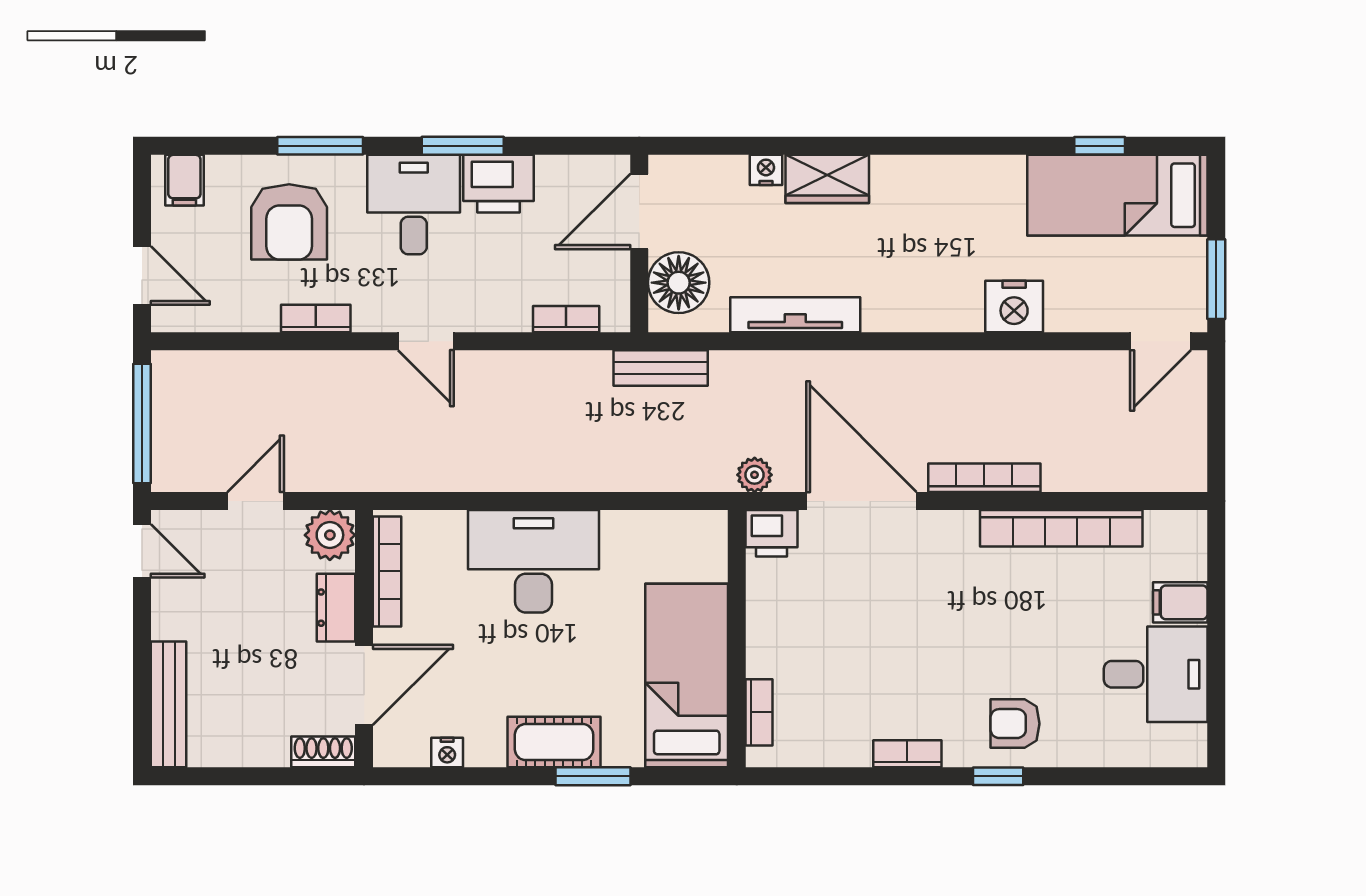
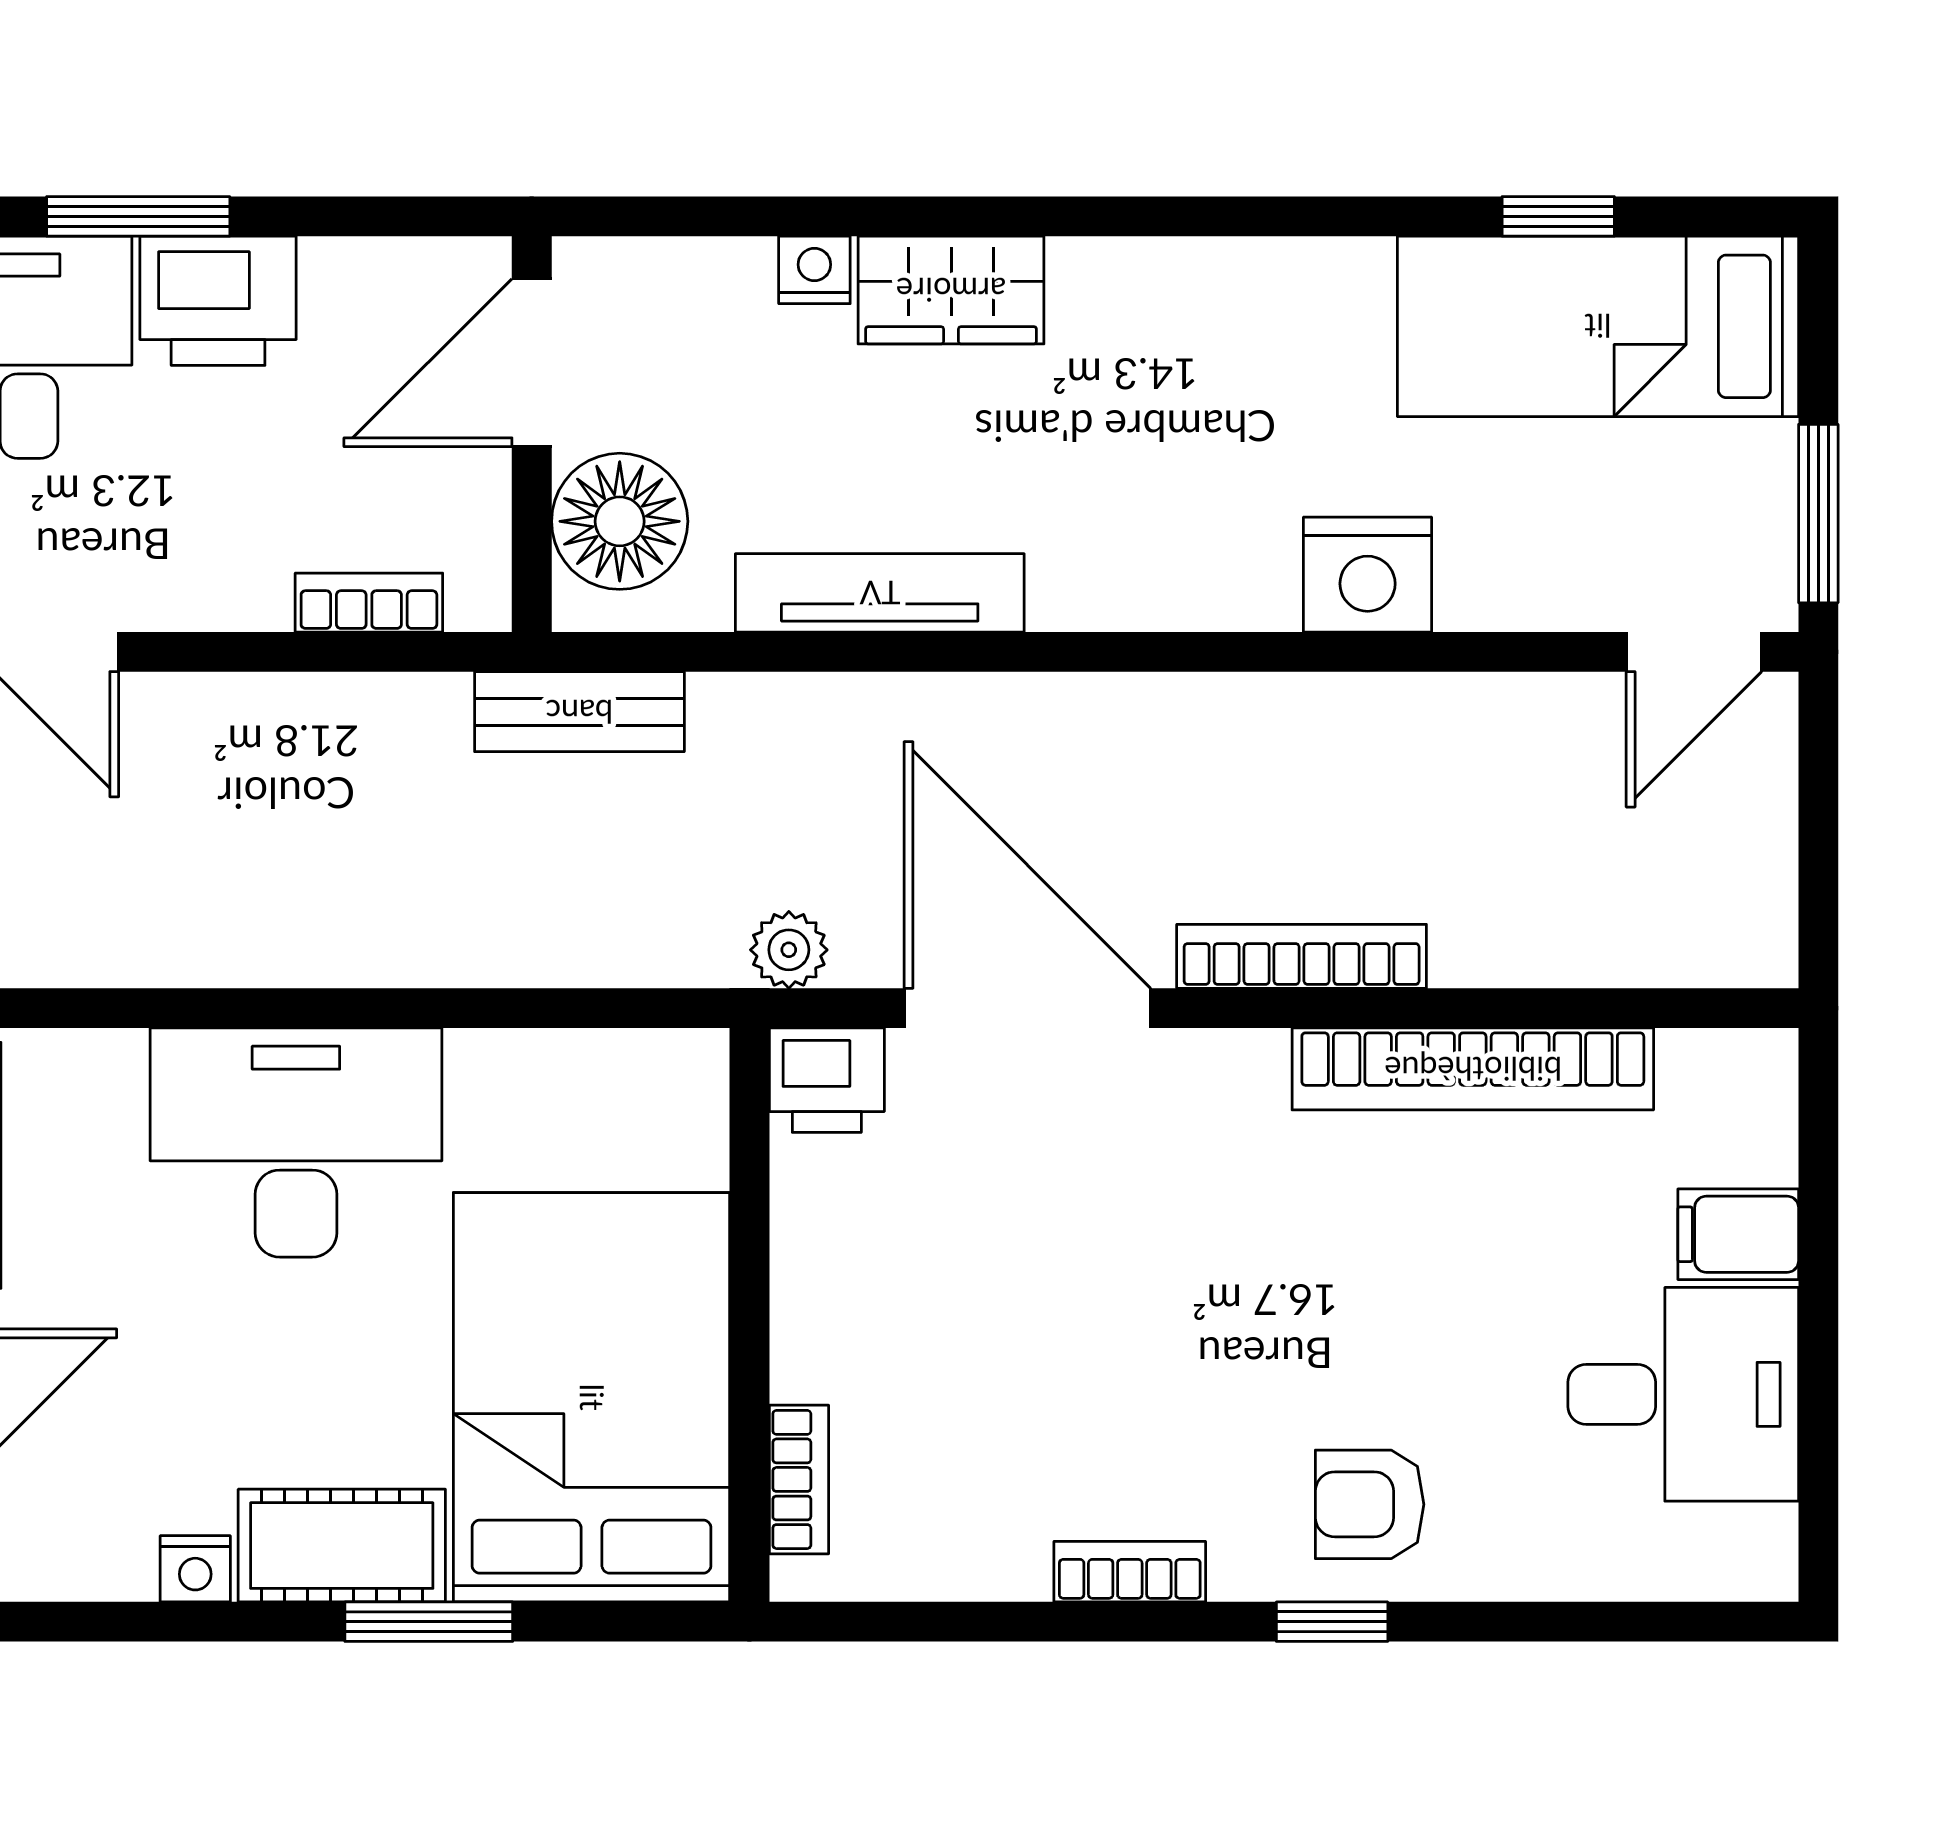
bed: (687, 675) -> (592, 1397), width x1.50
nightstand: (447, 752) -> (195, 1569), moved

